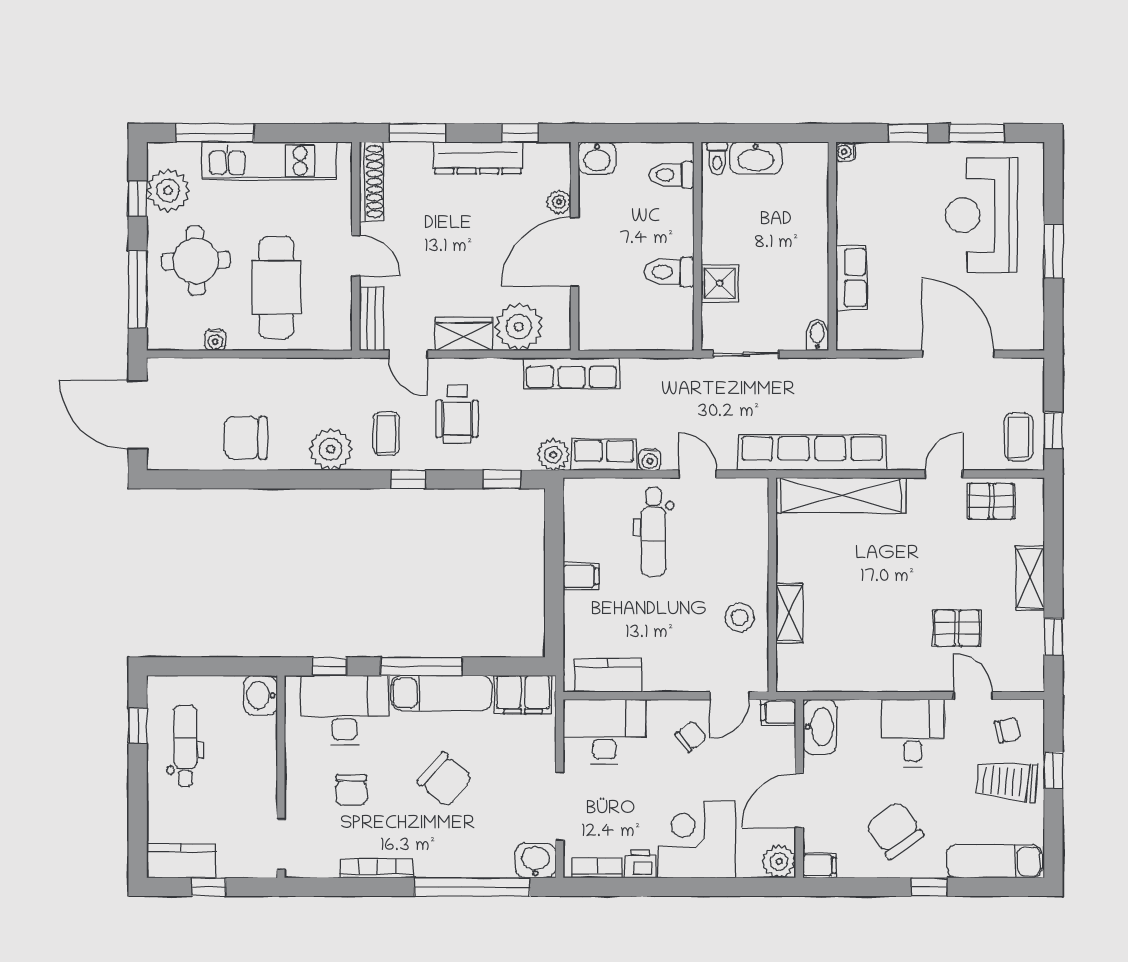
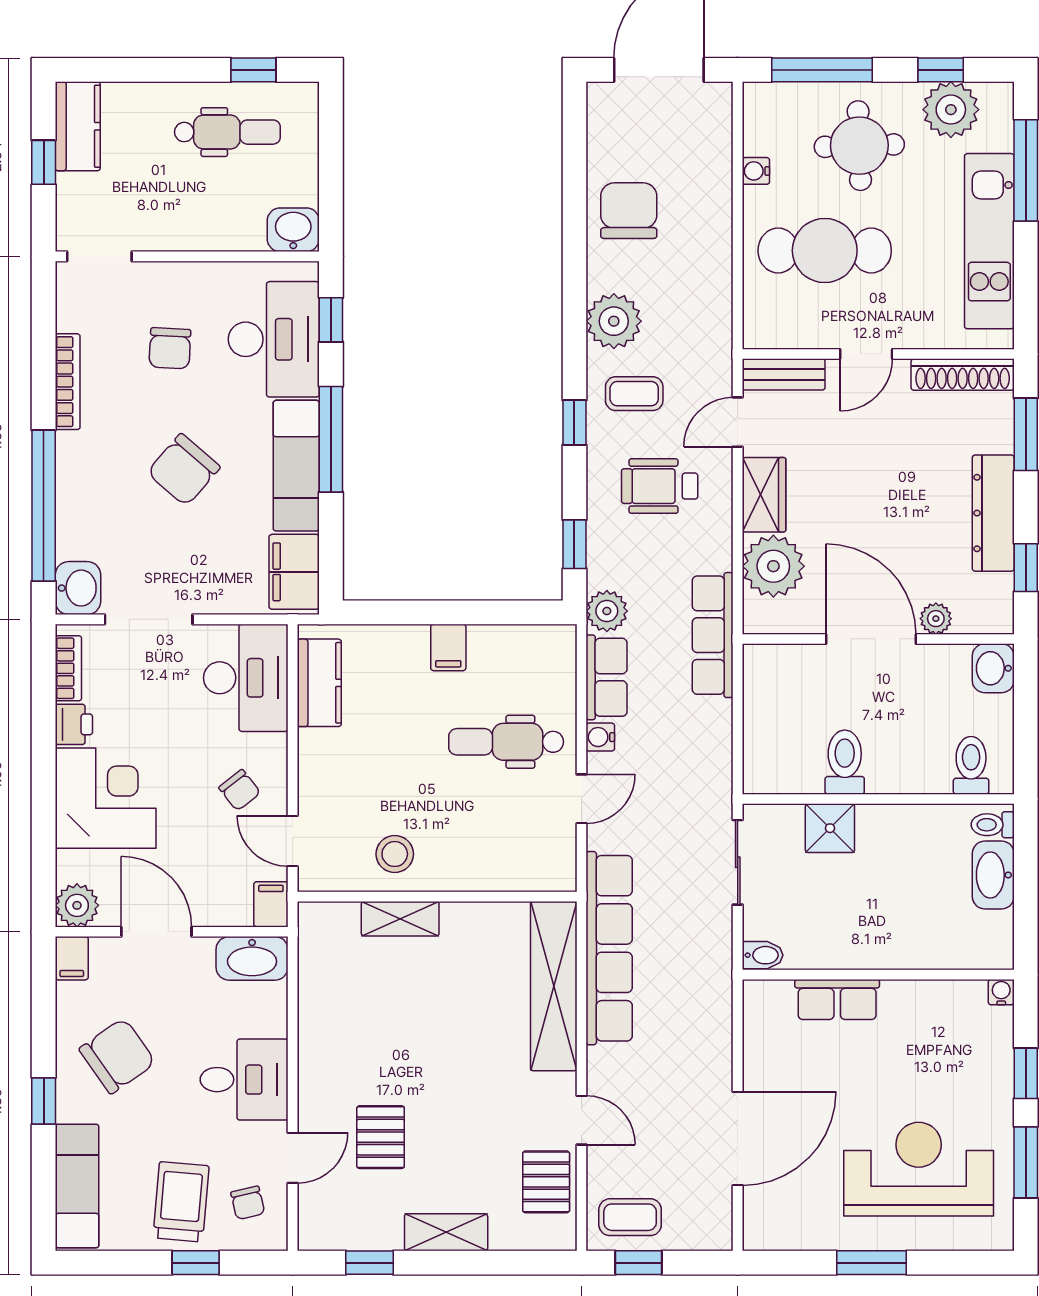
chair: (351, 790) -> (170, 348), turned -87

